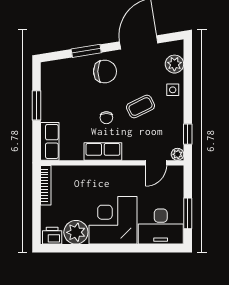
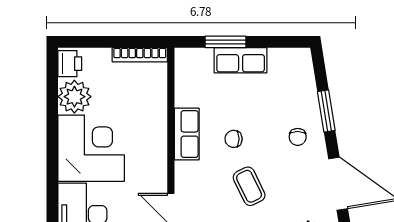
chair: (105, 71) -> (298, 137), width x0.54, depth x0.54
window: (37, 105) -> (226, 42), moved
row of seats: (50, 141) -> (241, 60), moved

